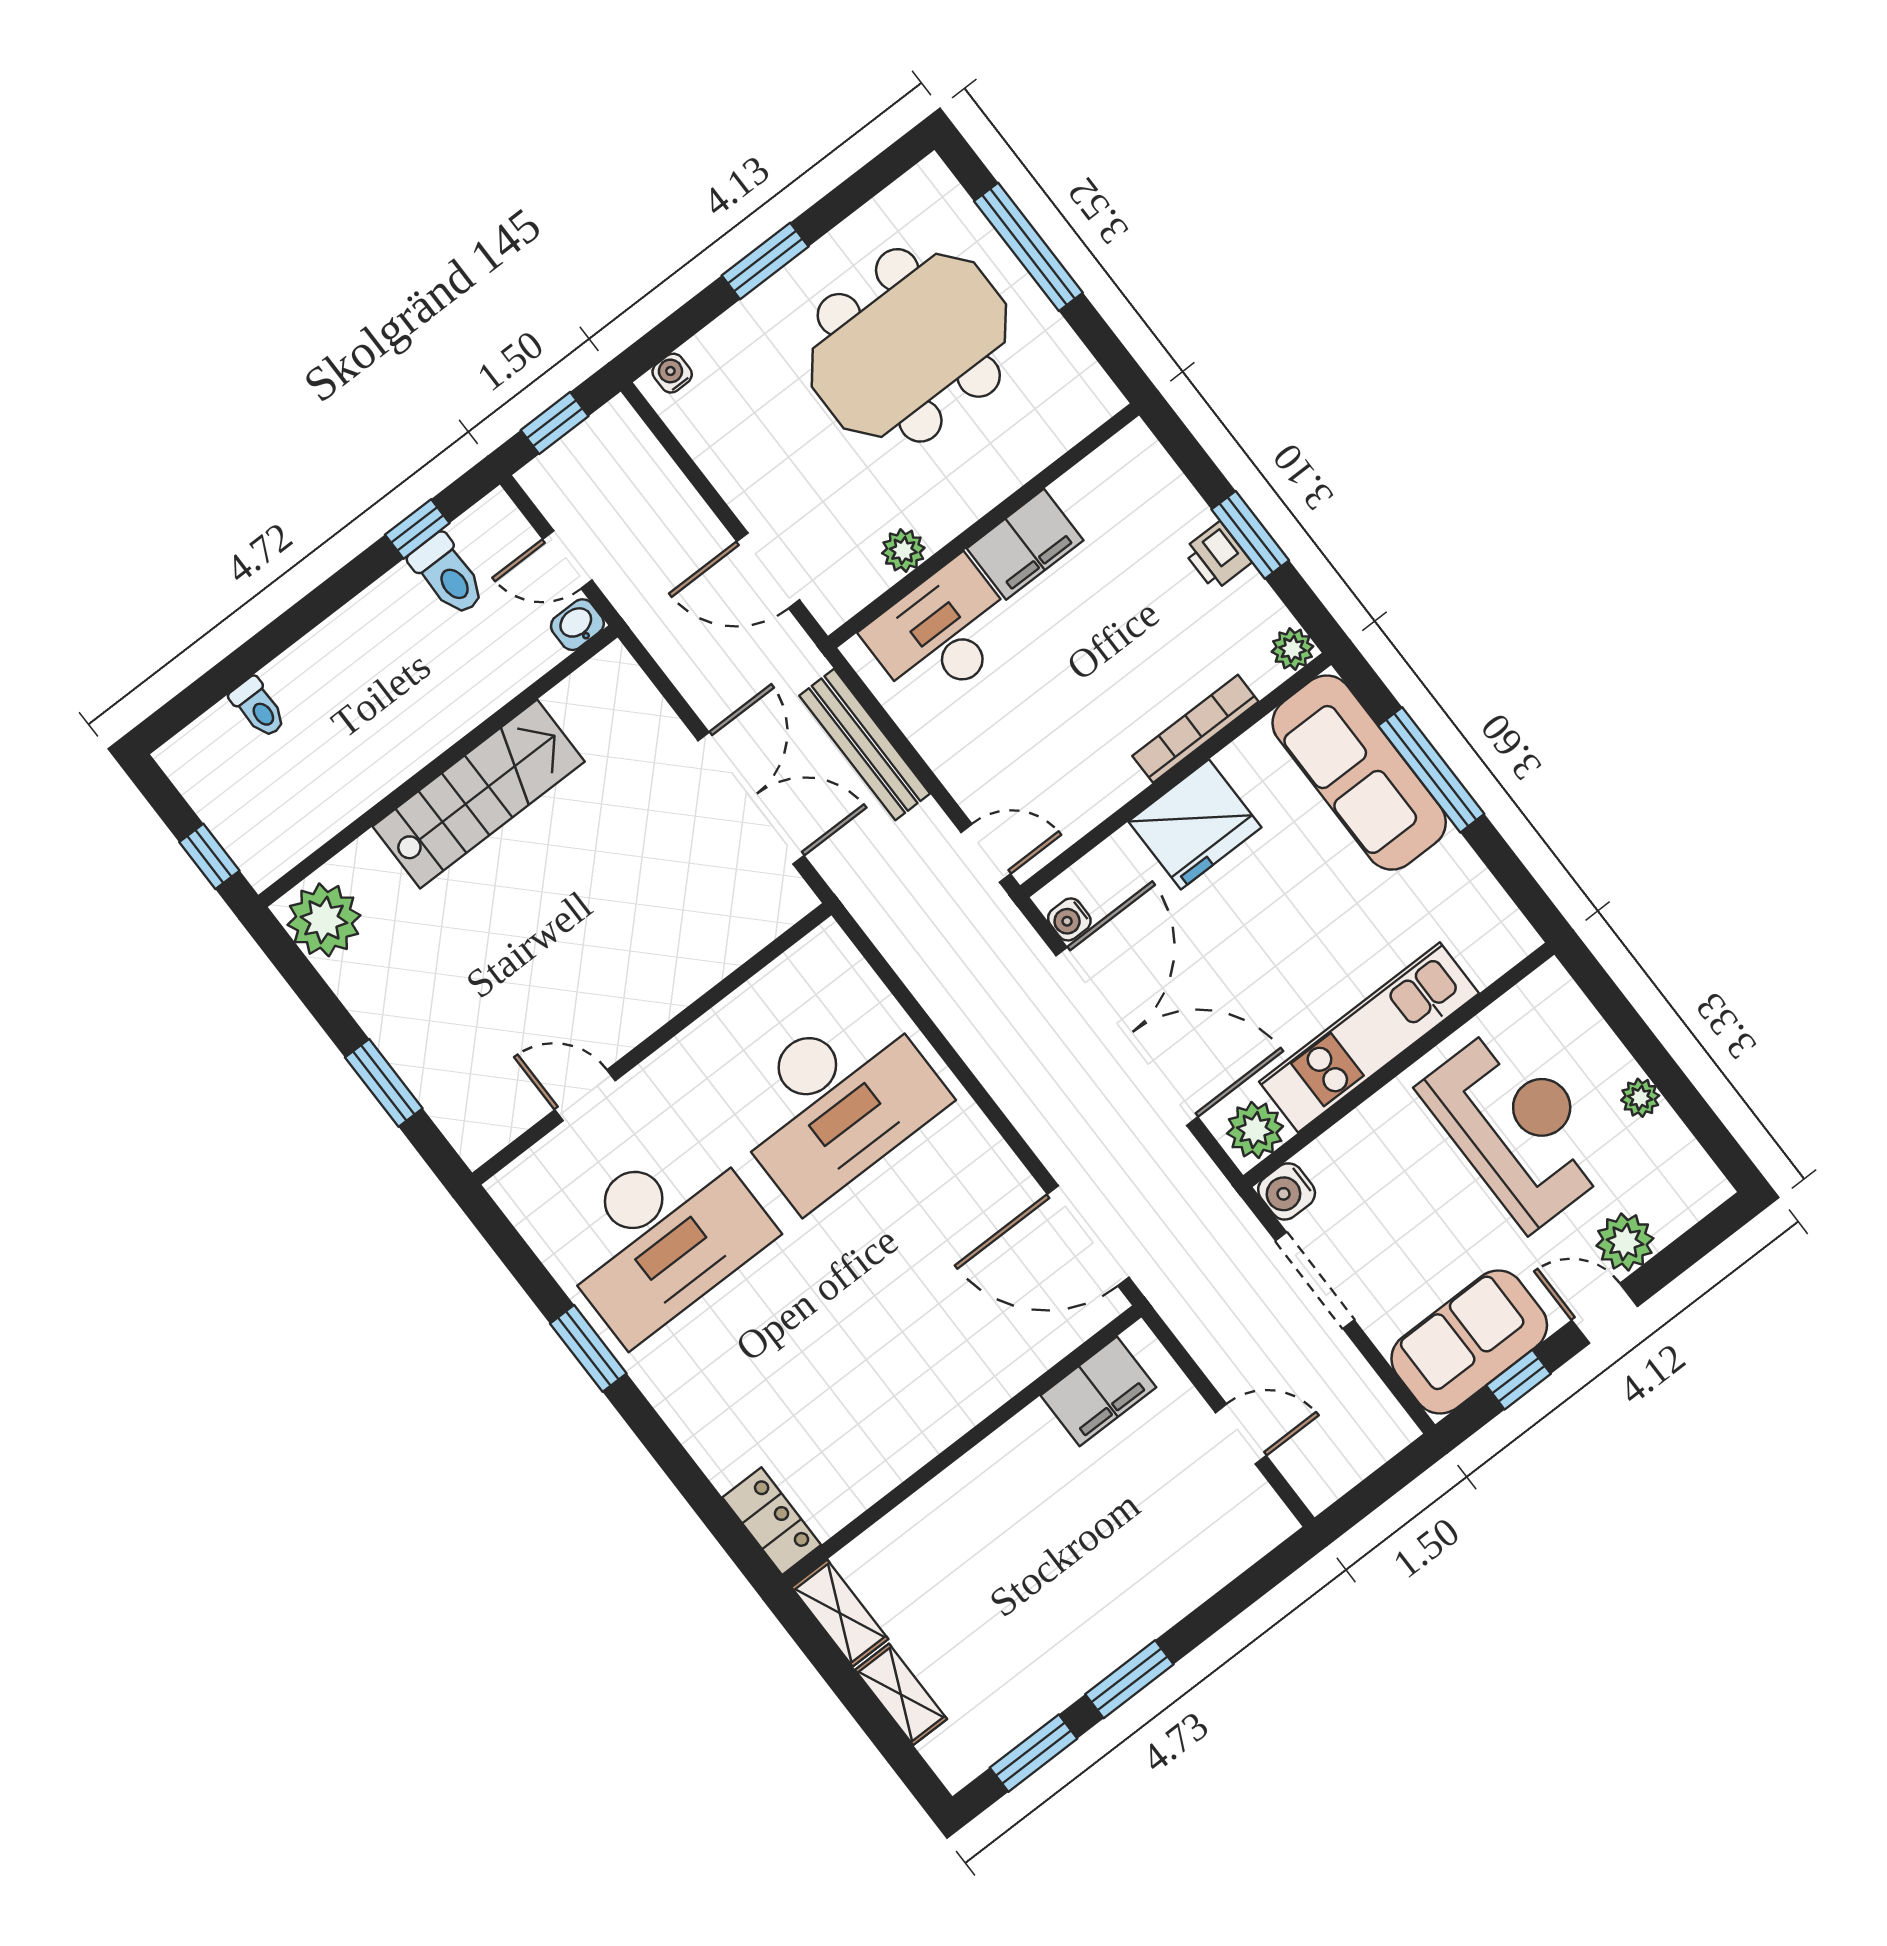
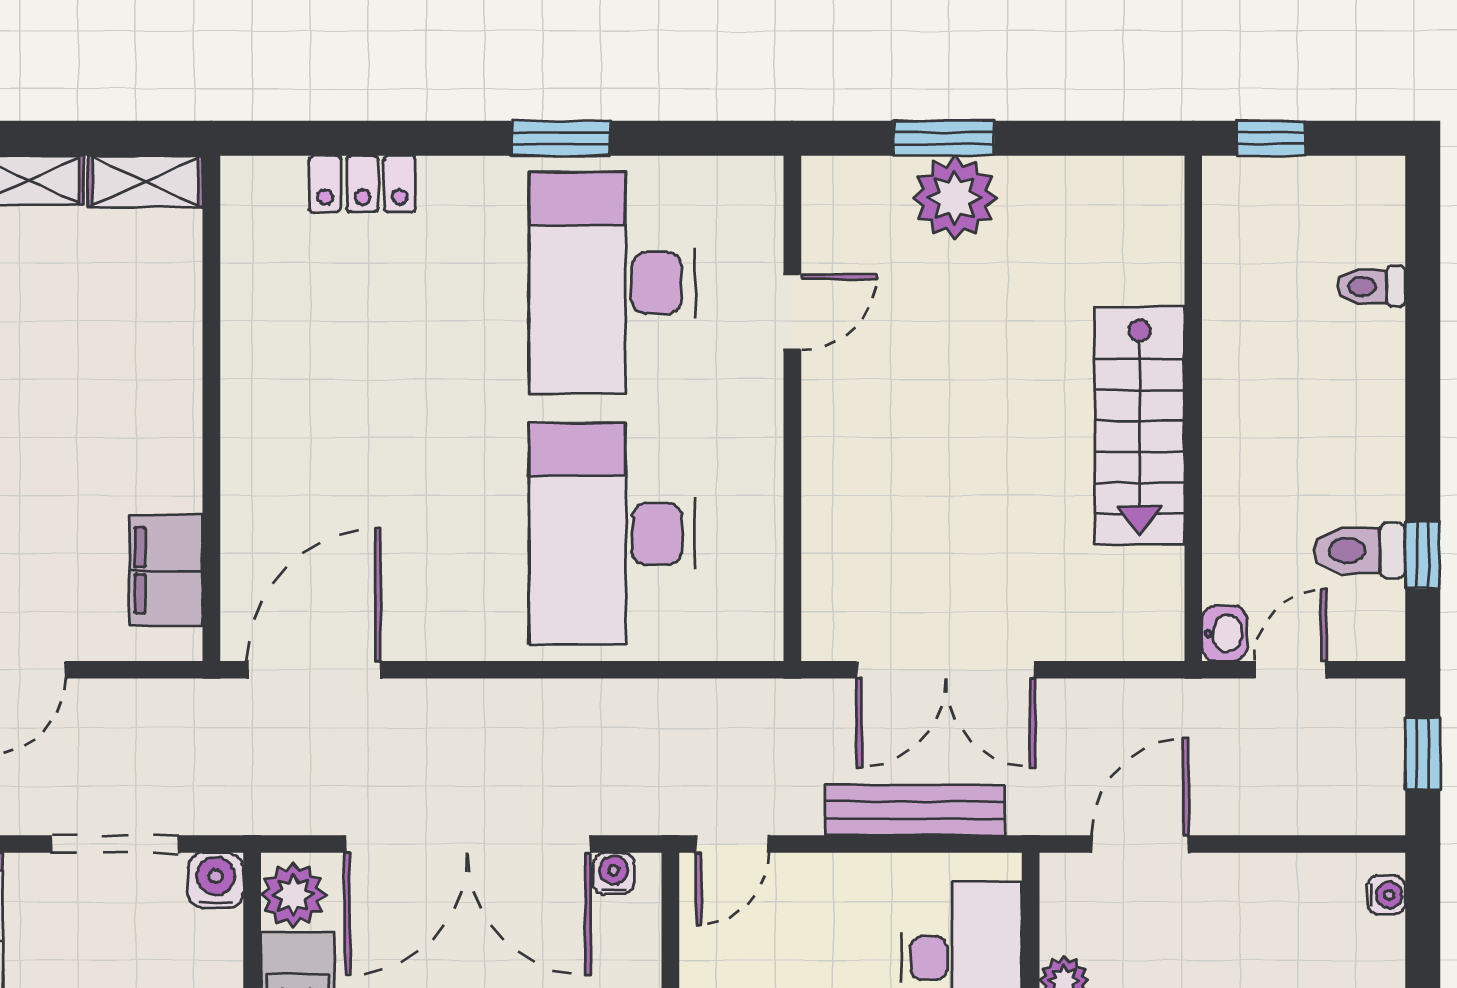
plant: (324, 920) -> (955, 198), moved
locker: (772, 1521) -> (362, 184), moved

